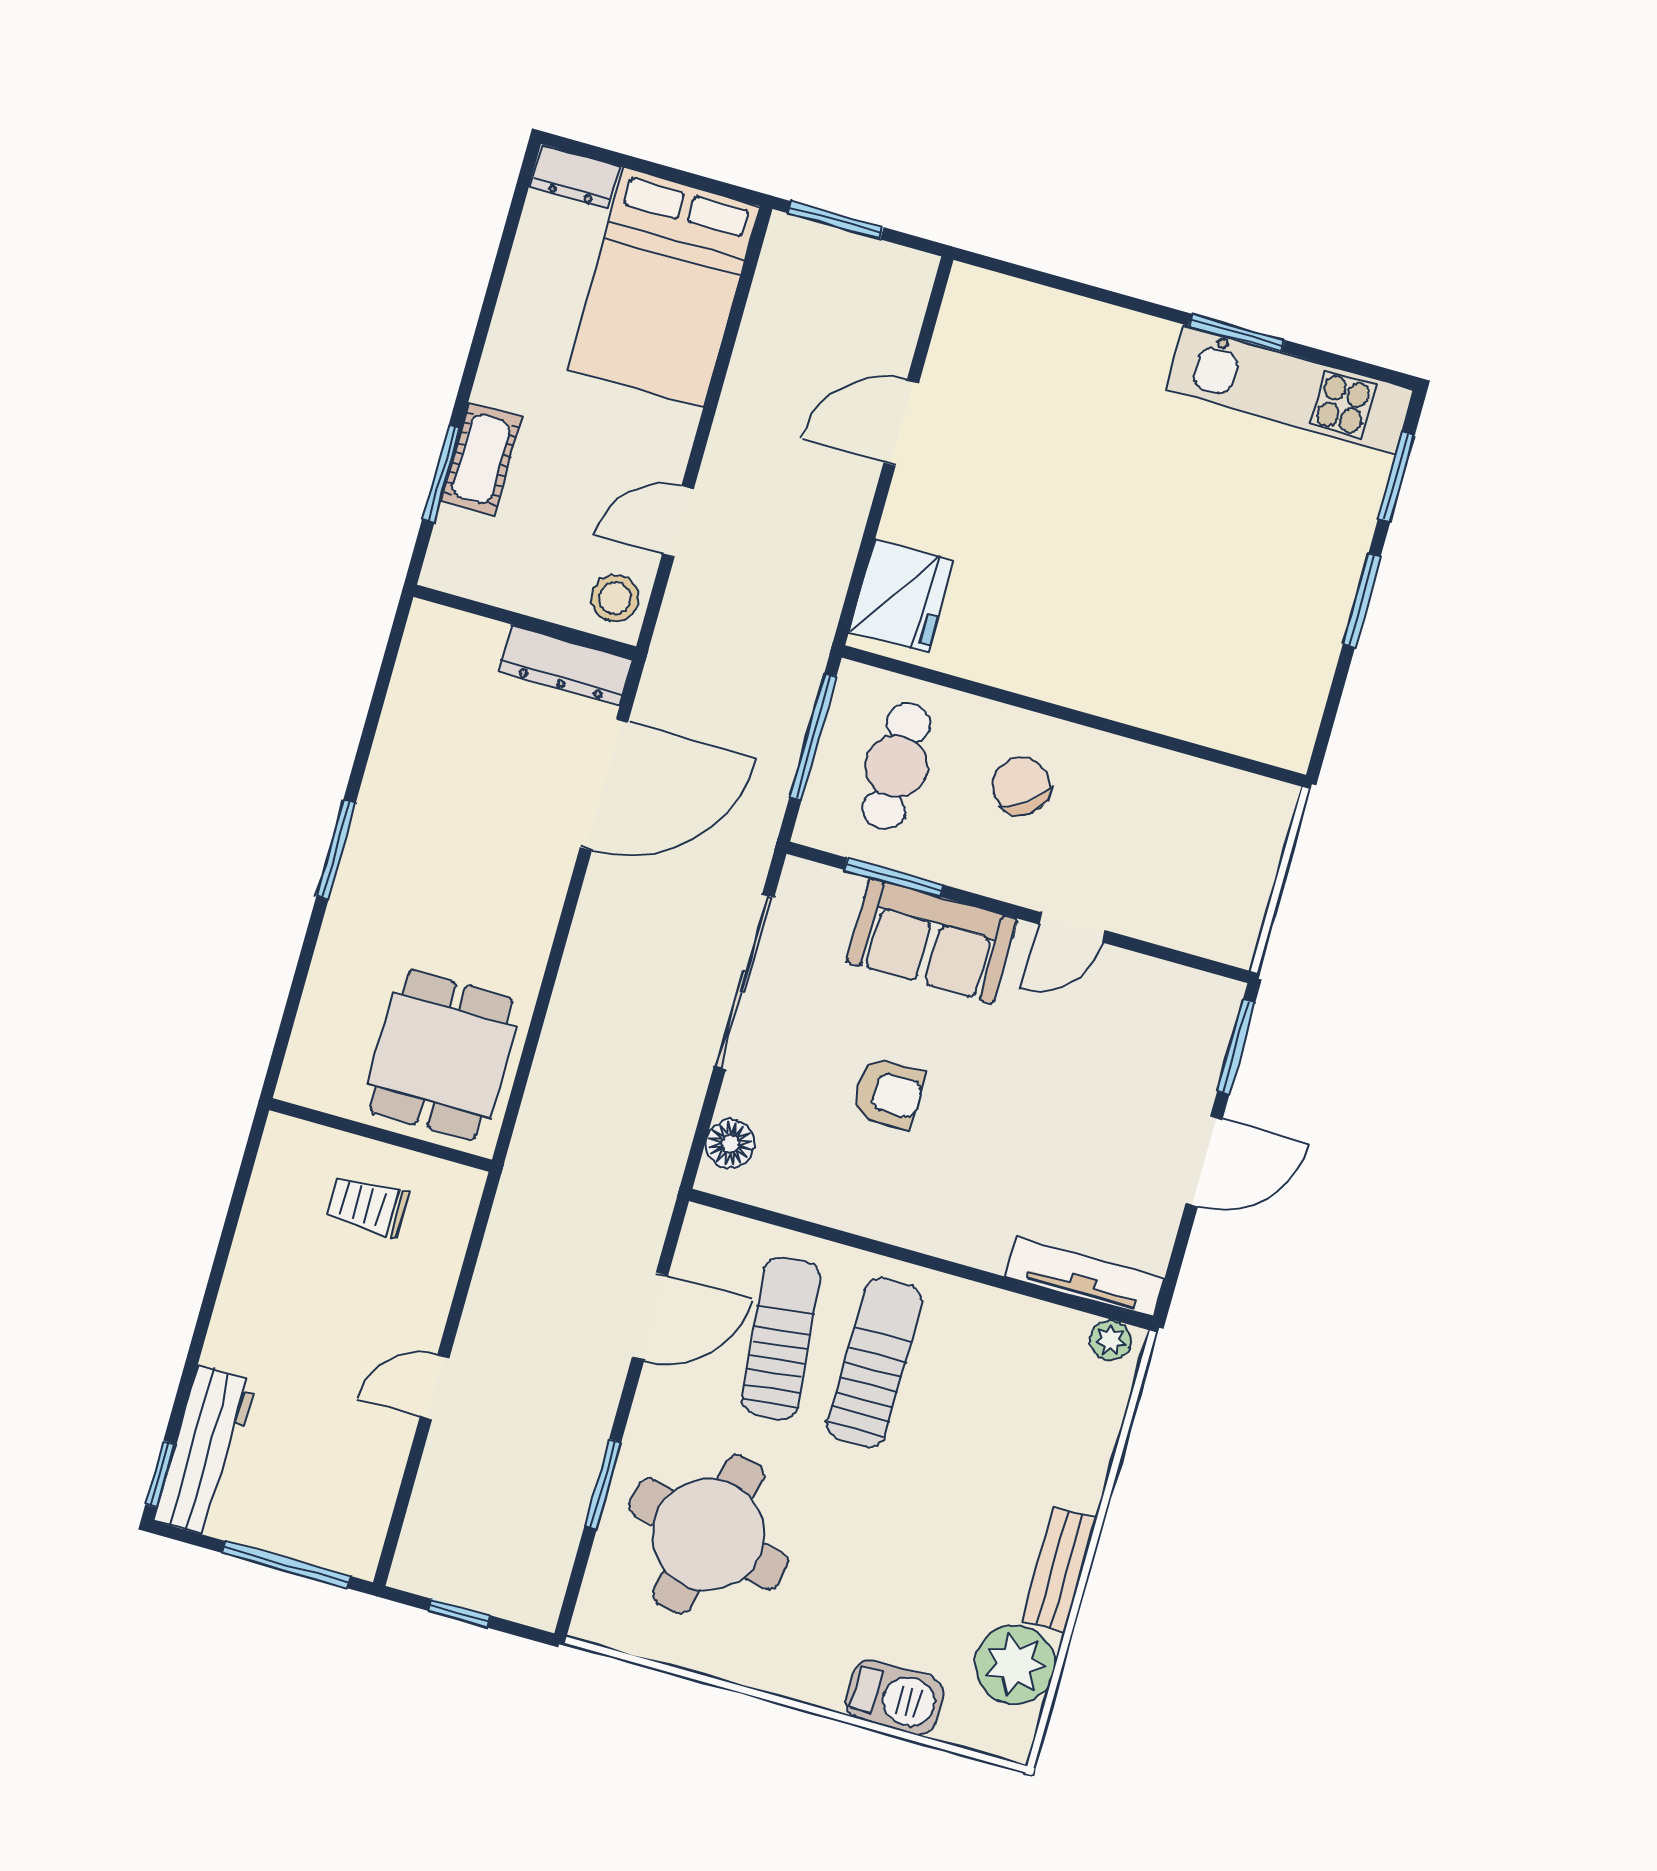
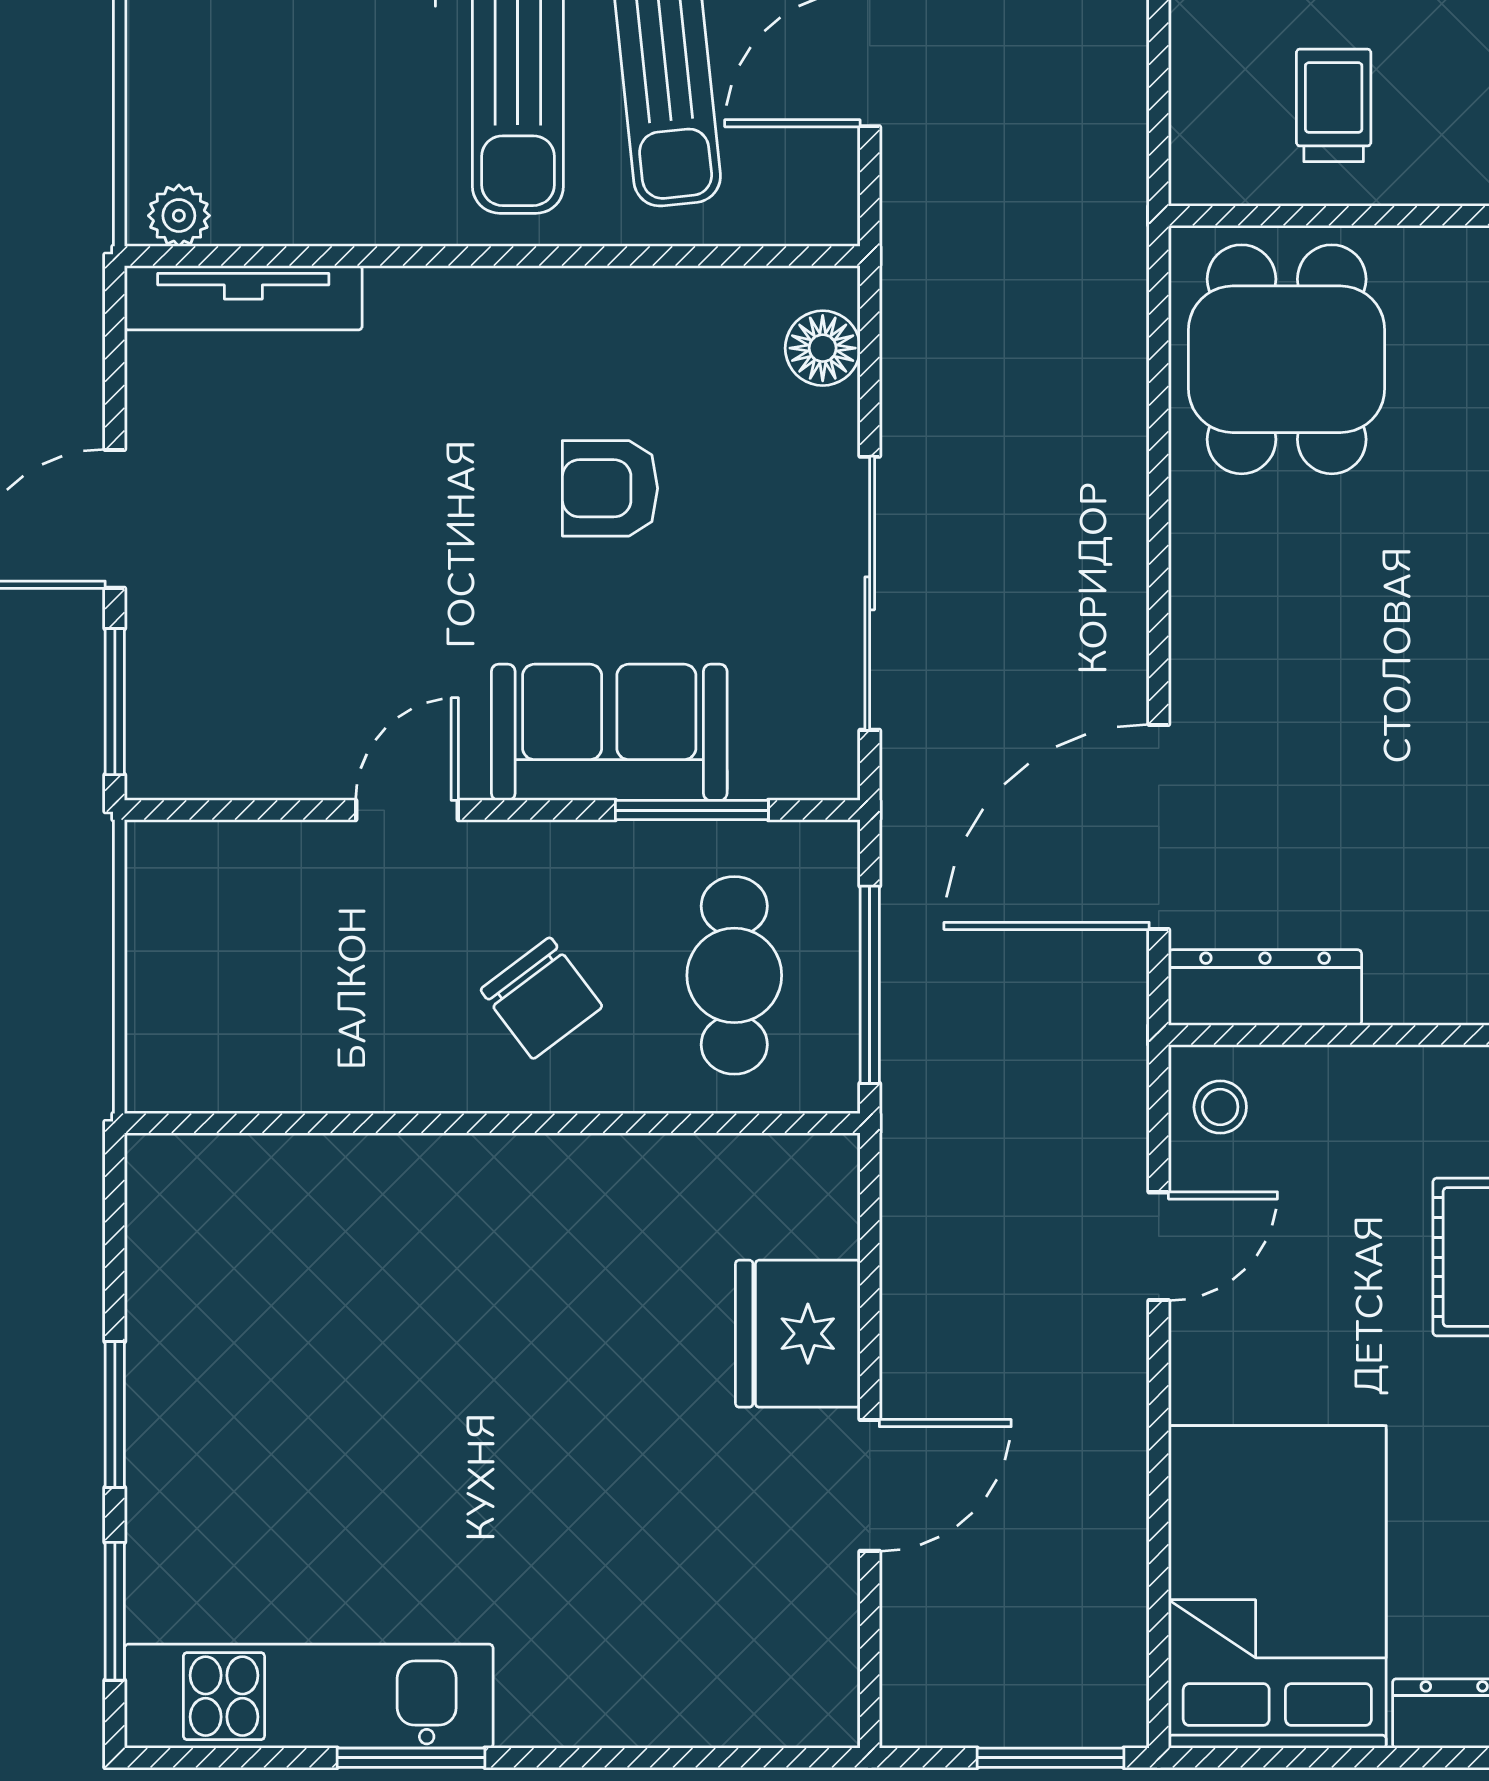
fridge: (901, 596) -> (798, 1334), moved
stool: (615, 598) -> (1220, 1107), width x0.73, depth x0.73
trolley: (367, 1206) -> (1334, 105), turned -90

